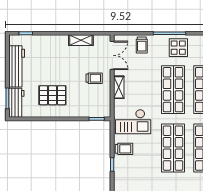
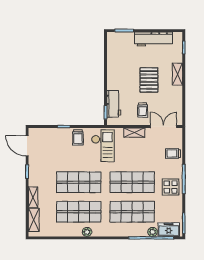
shelving: (81, 40) -> (177, 74), moved
double door: (112, 55) -> (164, 127), swing flipped
pallet: (52, 95) -> (149, 80), moved
workbench: (16, 103) -> (114, 104), moved, turned -90
checkout: (133, 122) -> (103, 146), turned 180

